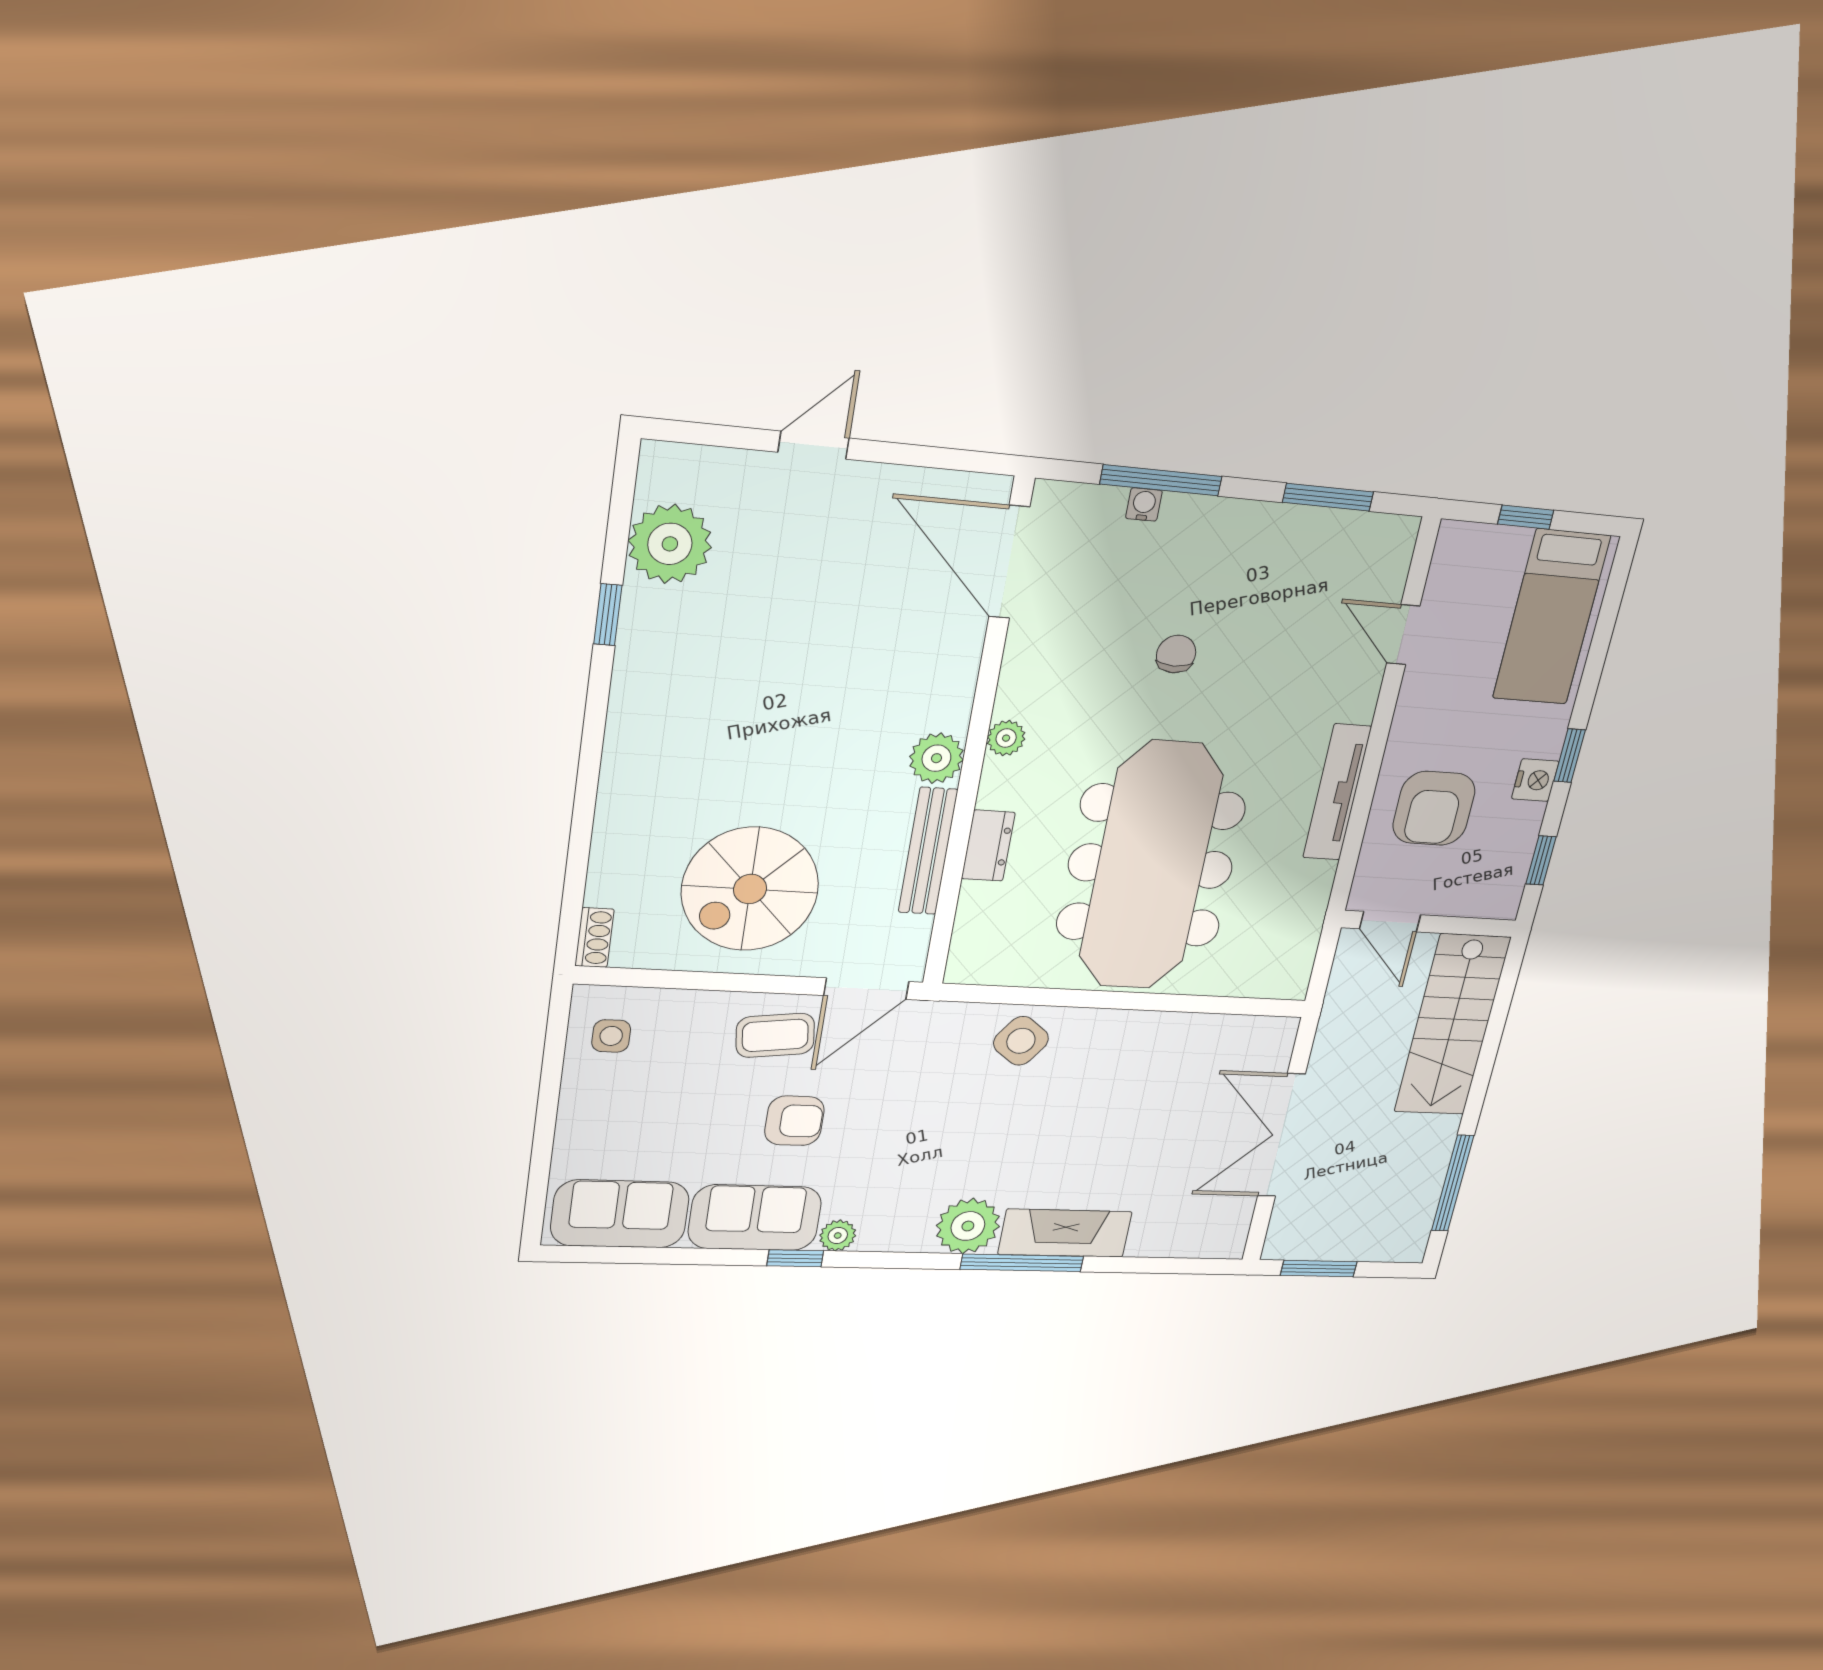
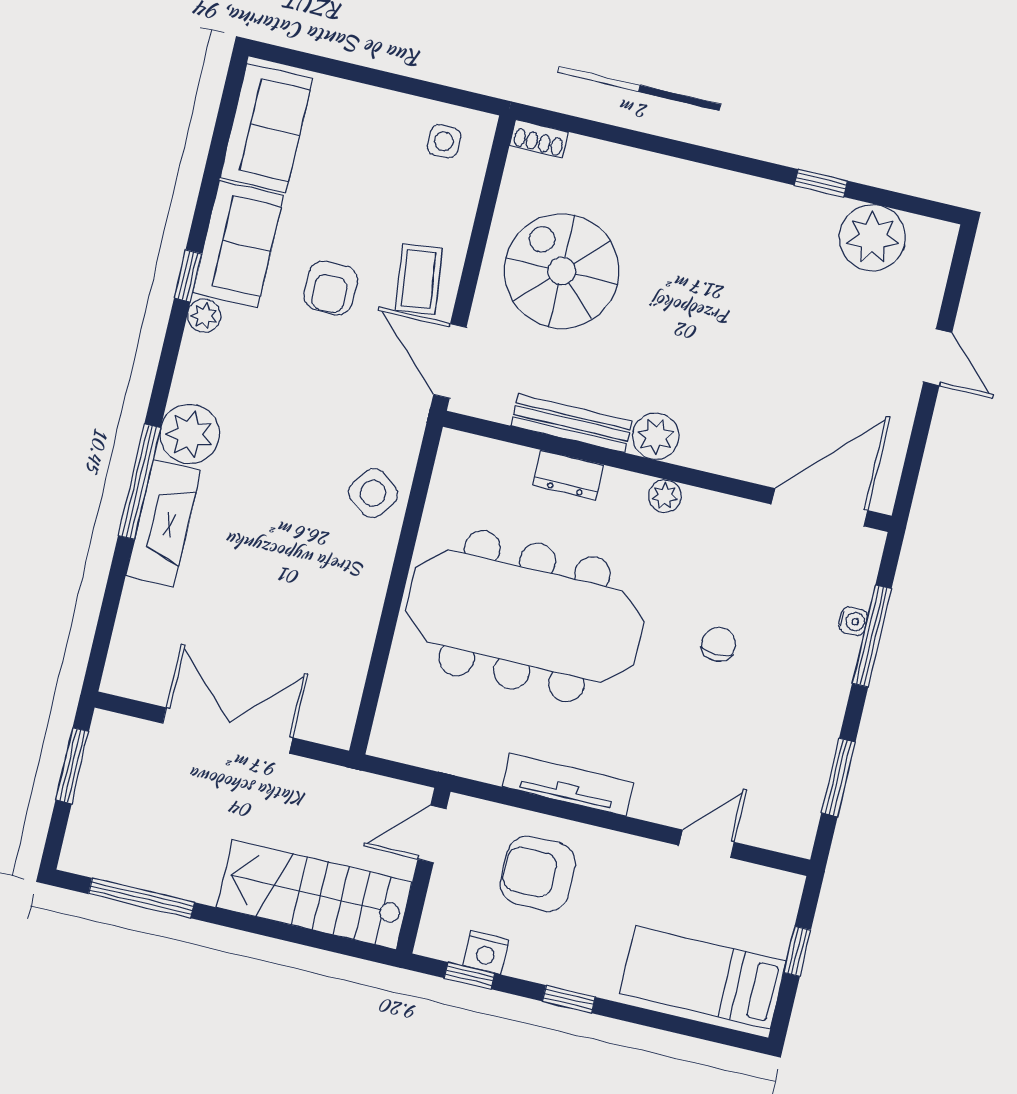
chair: (1176, 654) -> (718, 644), turned -90
nightstand: (1535, 780) -> (486, 952), moved

